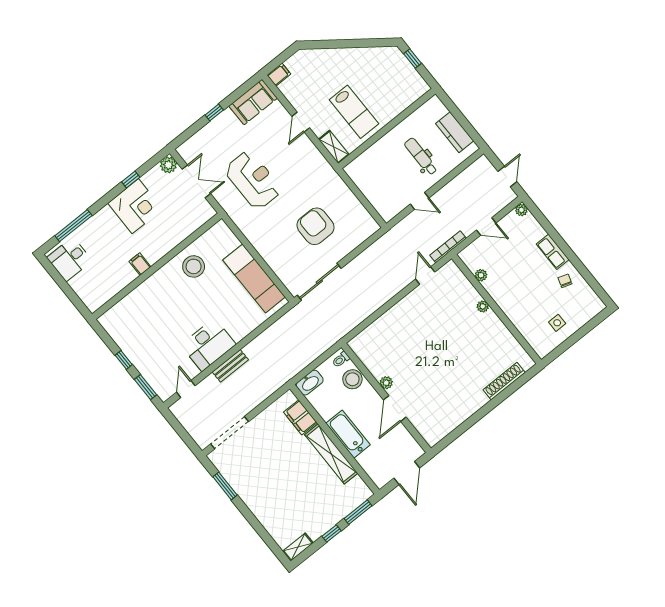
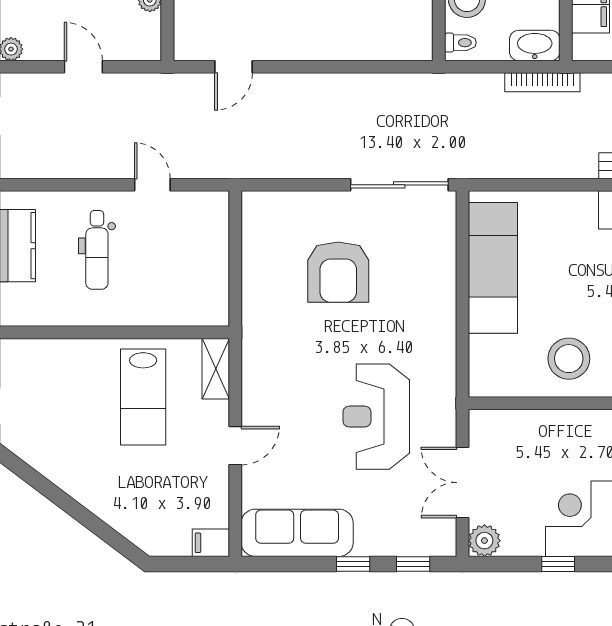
sofa: (253, 102) -> (297, 533), width x1.36
lab bench: (354, 112) -> (143, 397), turned 180
window: (190, 132) -> (413, 564), added
bookcase: (448, 247) -> (542, 82), moved

